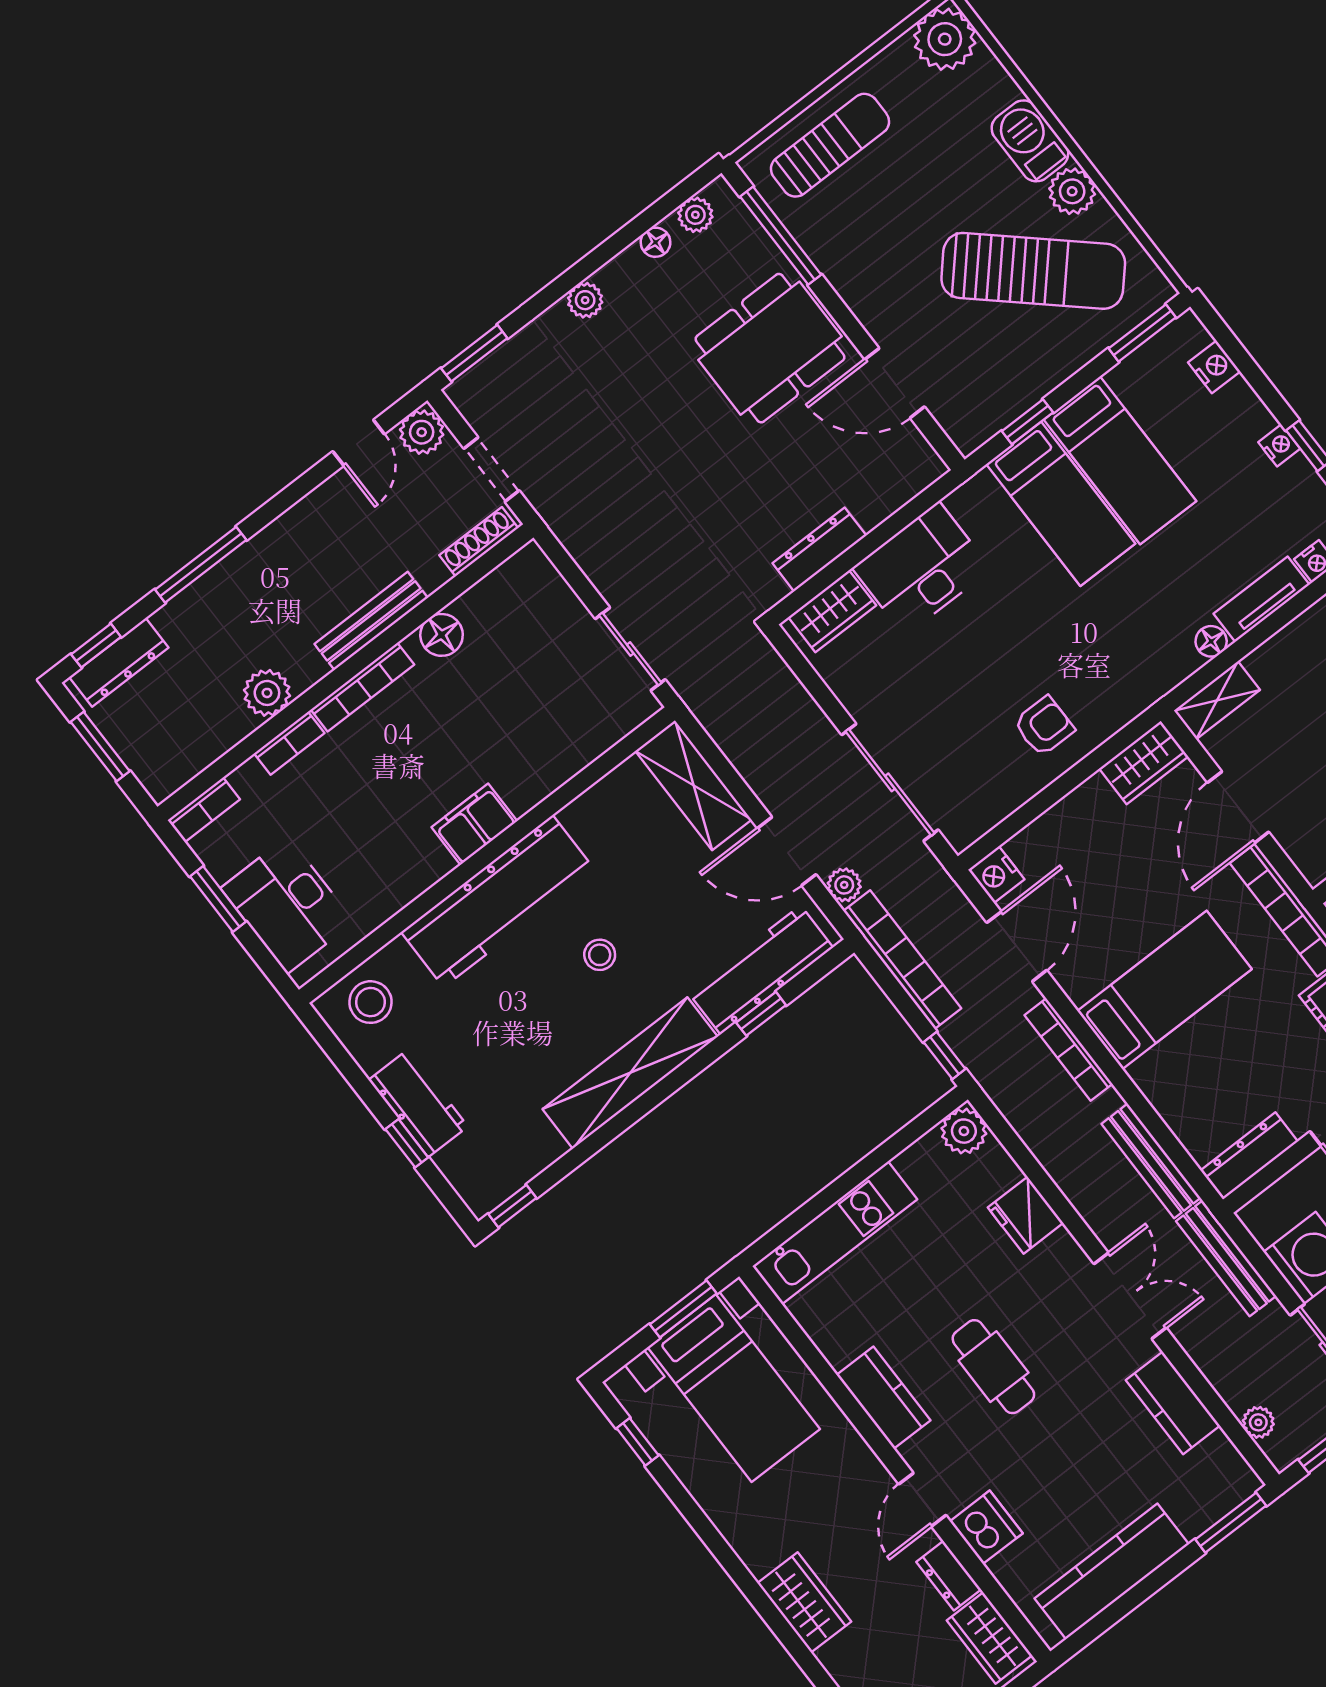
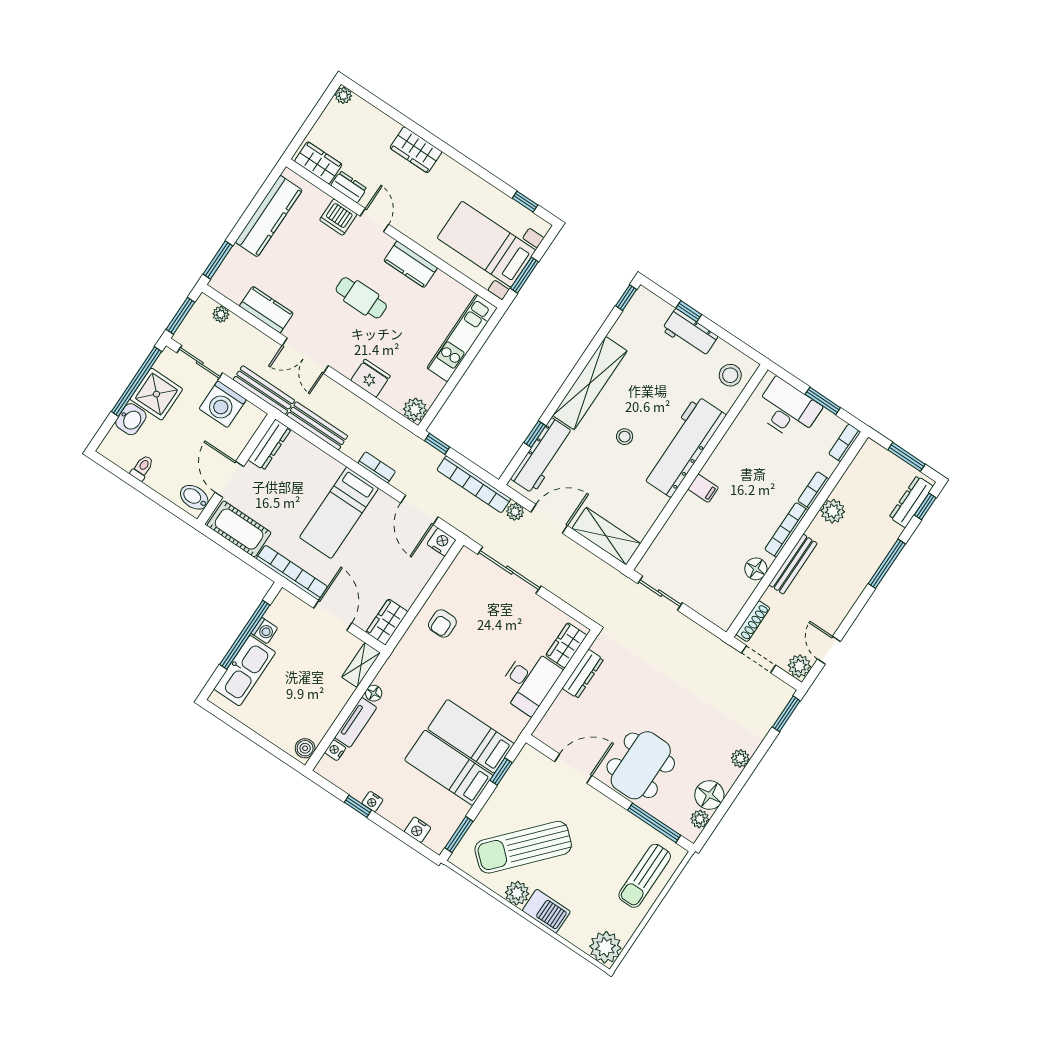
floor lamp: (655, 242) -> (709, 795), width x1.89, depth x1.89
filing cabinet: (474, 824) -> (703, 488), width x0.50
bookcase: (1068, 1049) -> (377, 467), width x0.64

